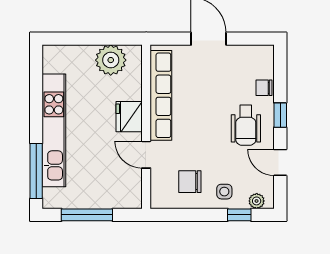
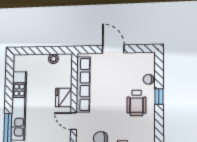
plant: (111, 60) -> (53, 59), width x0.53, depth x0.53
door: (280, 162) -> (159, 127), removed

